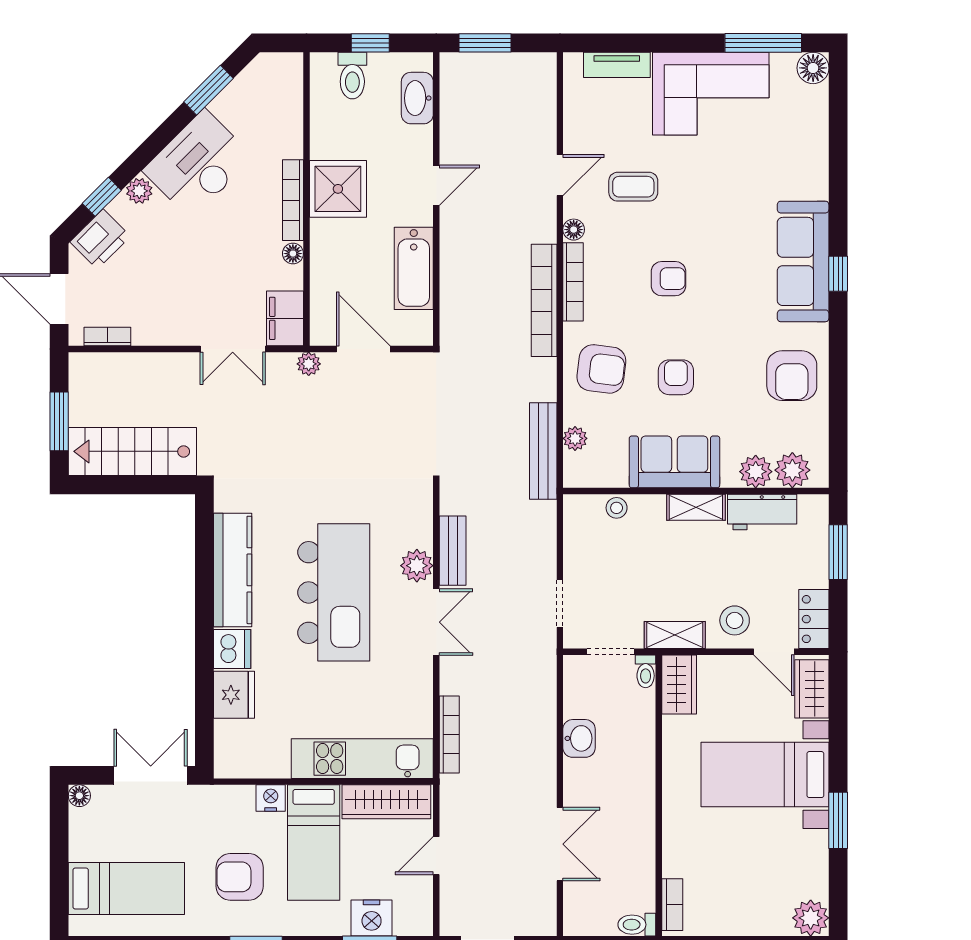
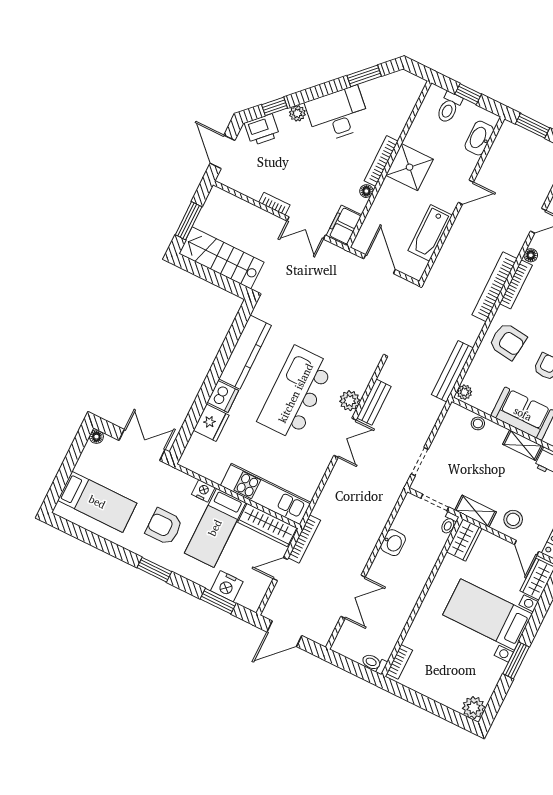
bookcase: (107, 336) -> (274, 204), moved
plant: (309, 364) -> (345, 257), removed
plant: (575, 438) -> (464, 392), moved
kitchen island: (334, 592) -> (296, 393), turned 180
bookcase: (449, 735) -> (304, 539), moved

